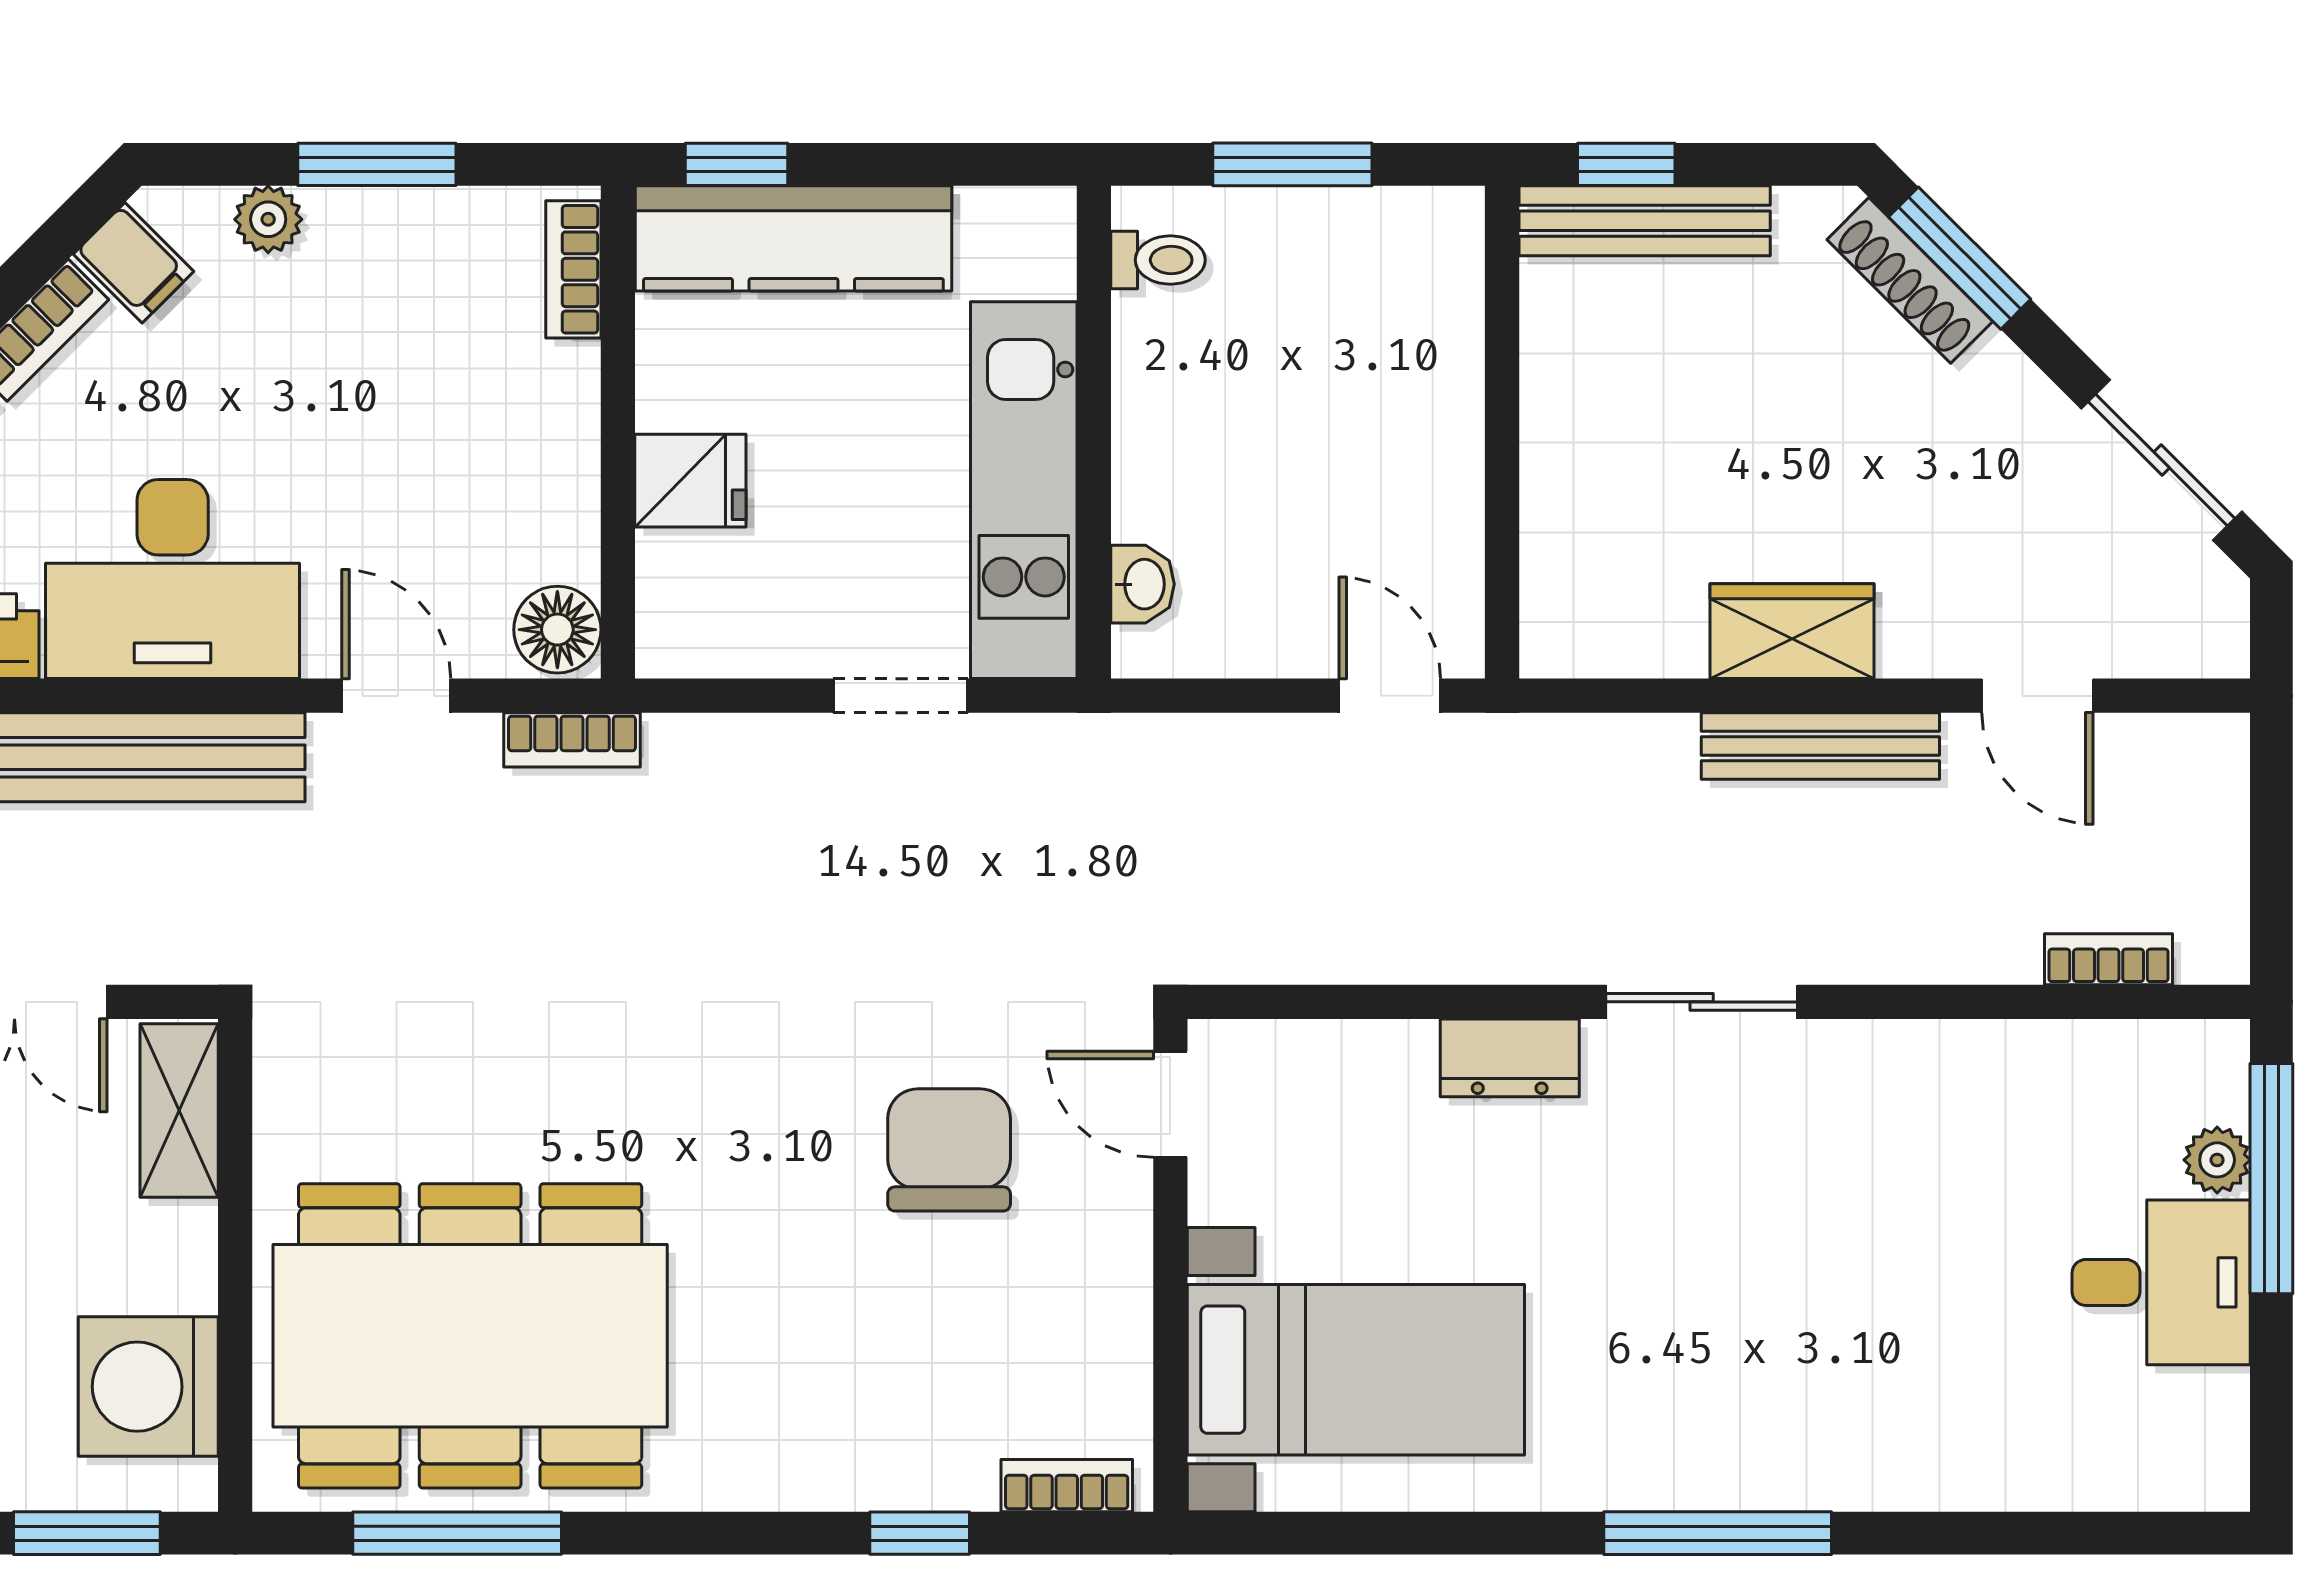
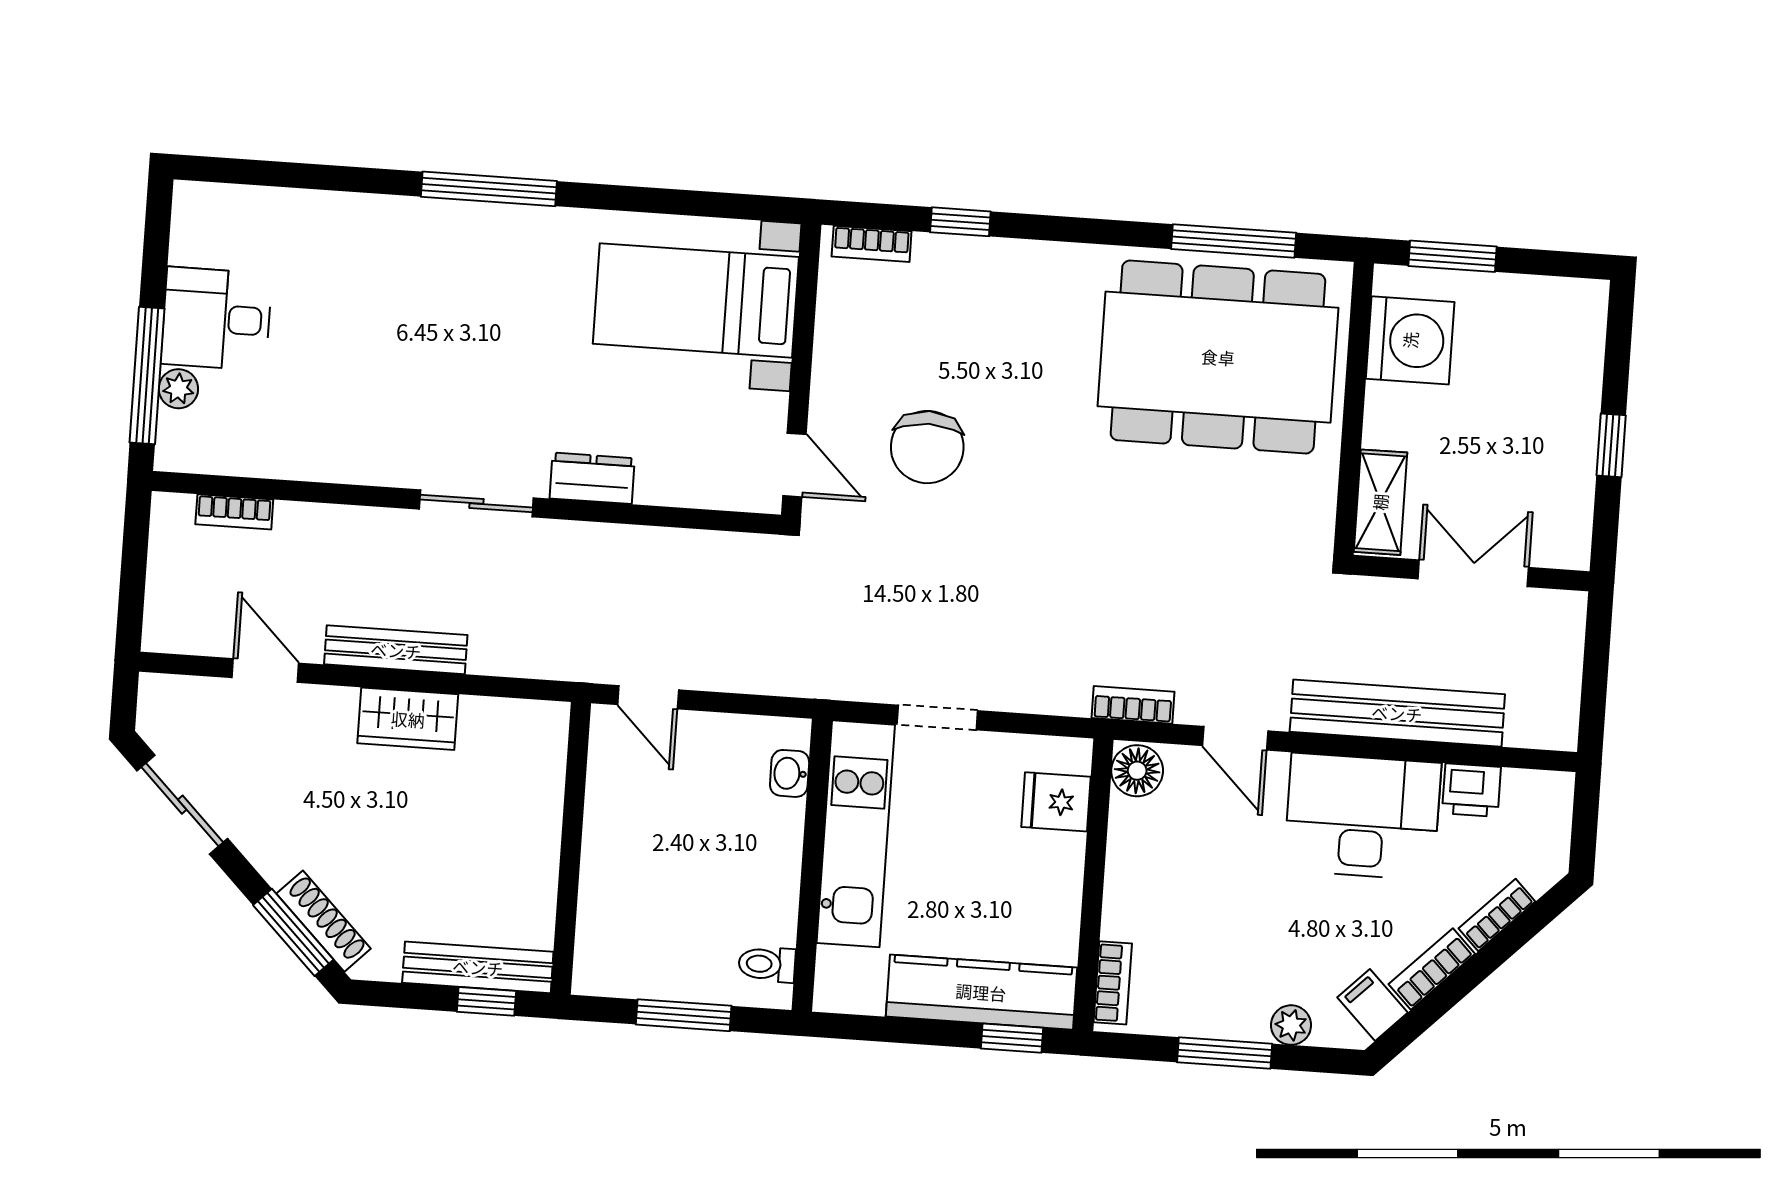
fridge: (690, 481) -> (1056, 802), moved

